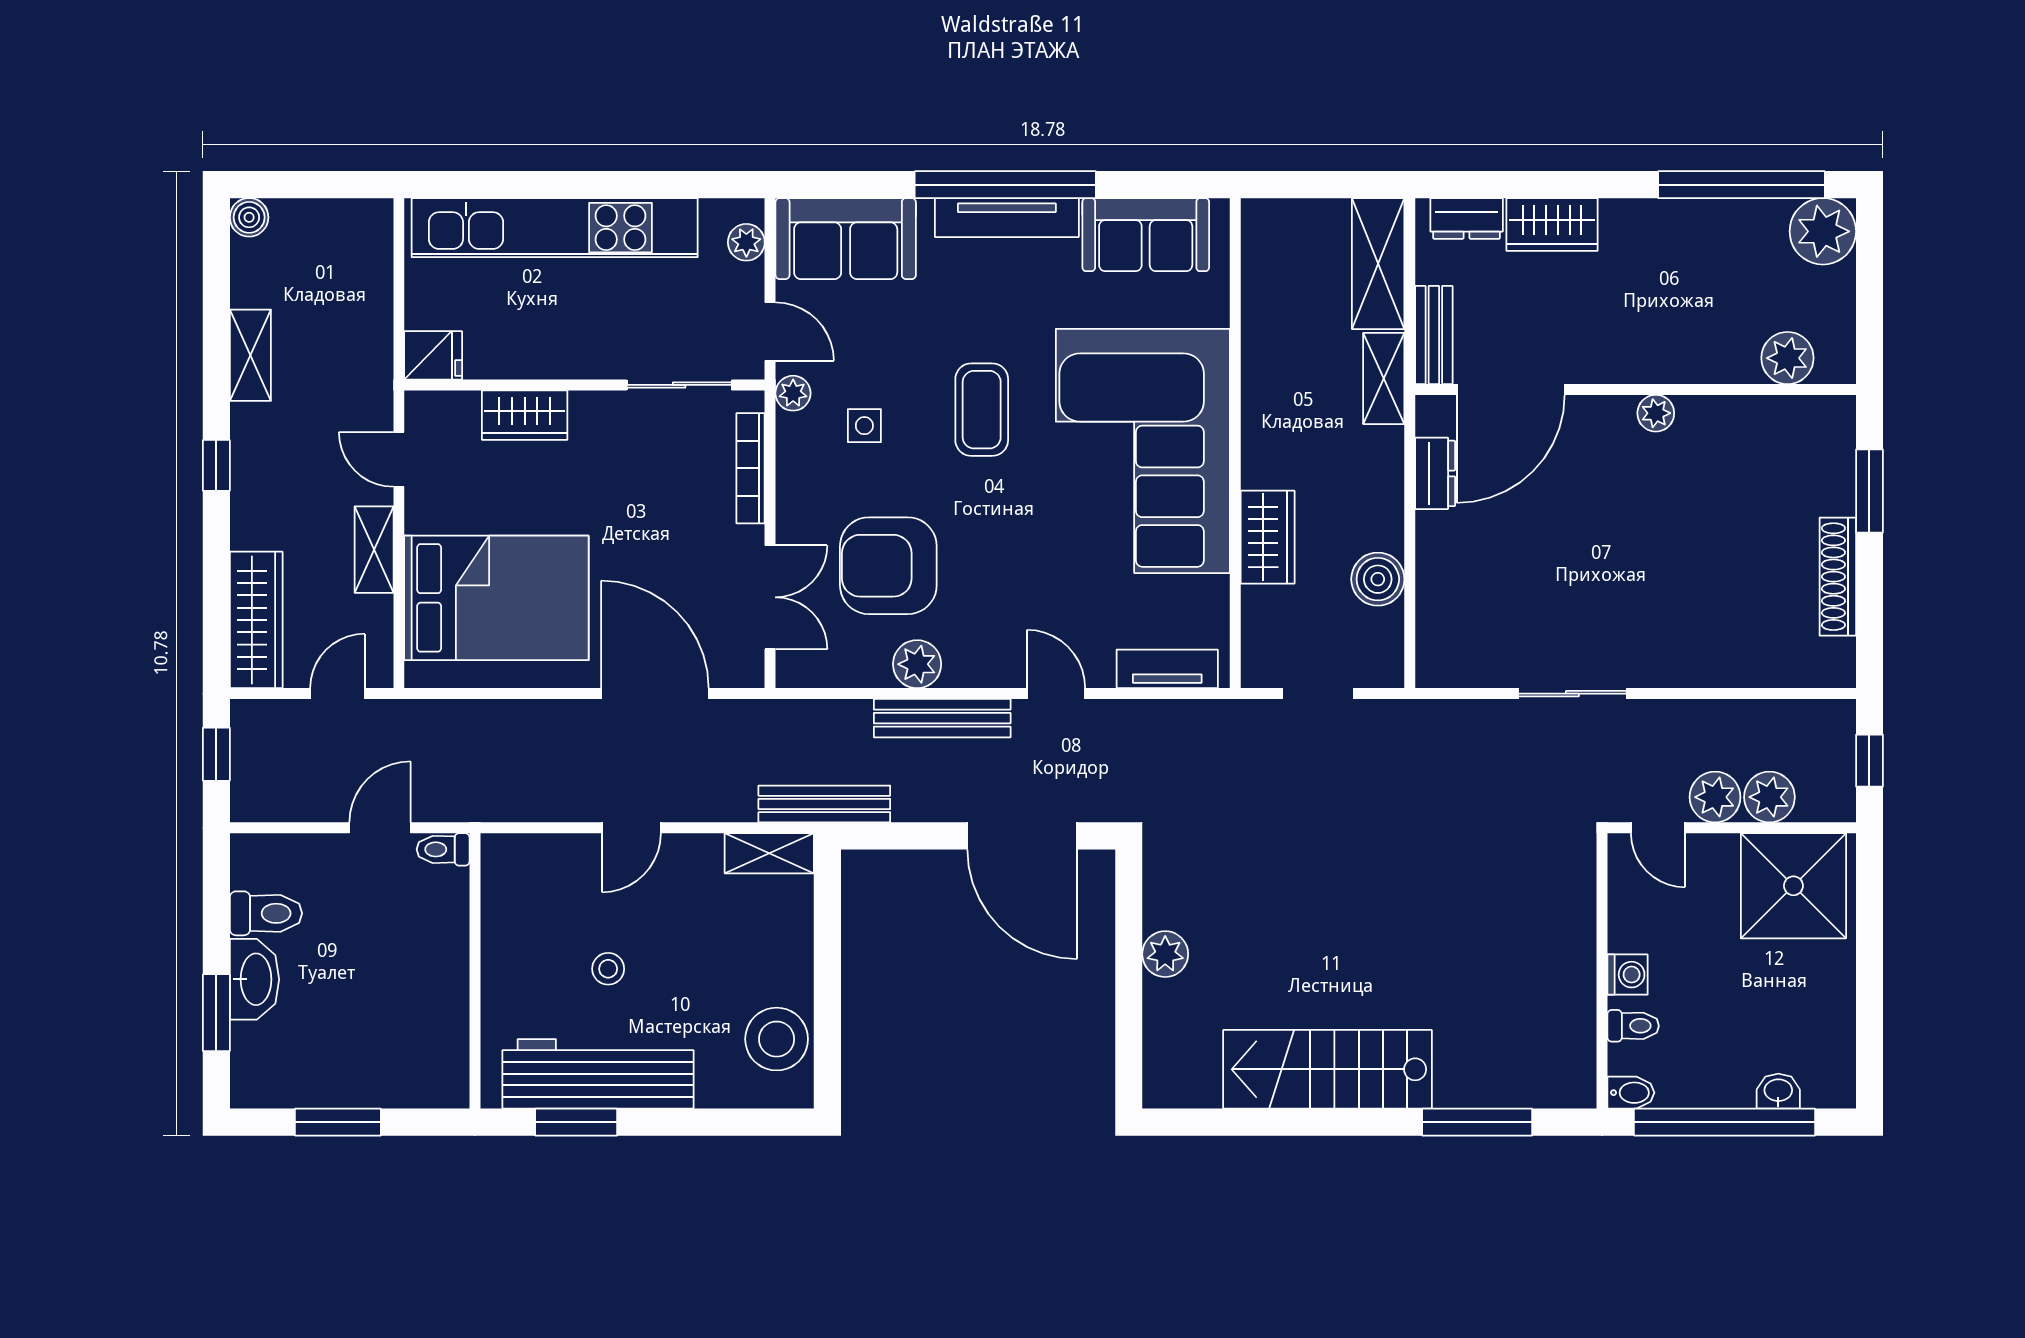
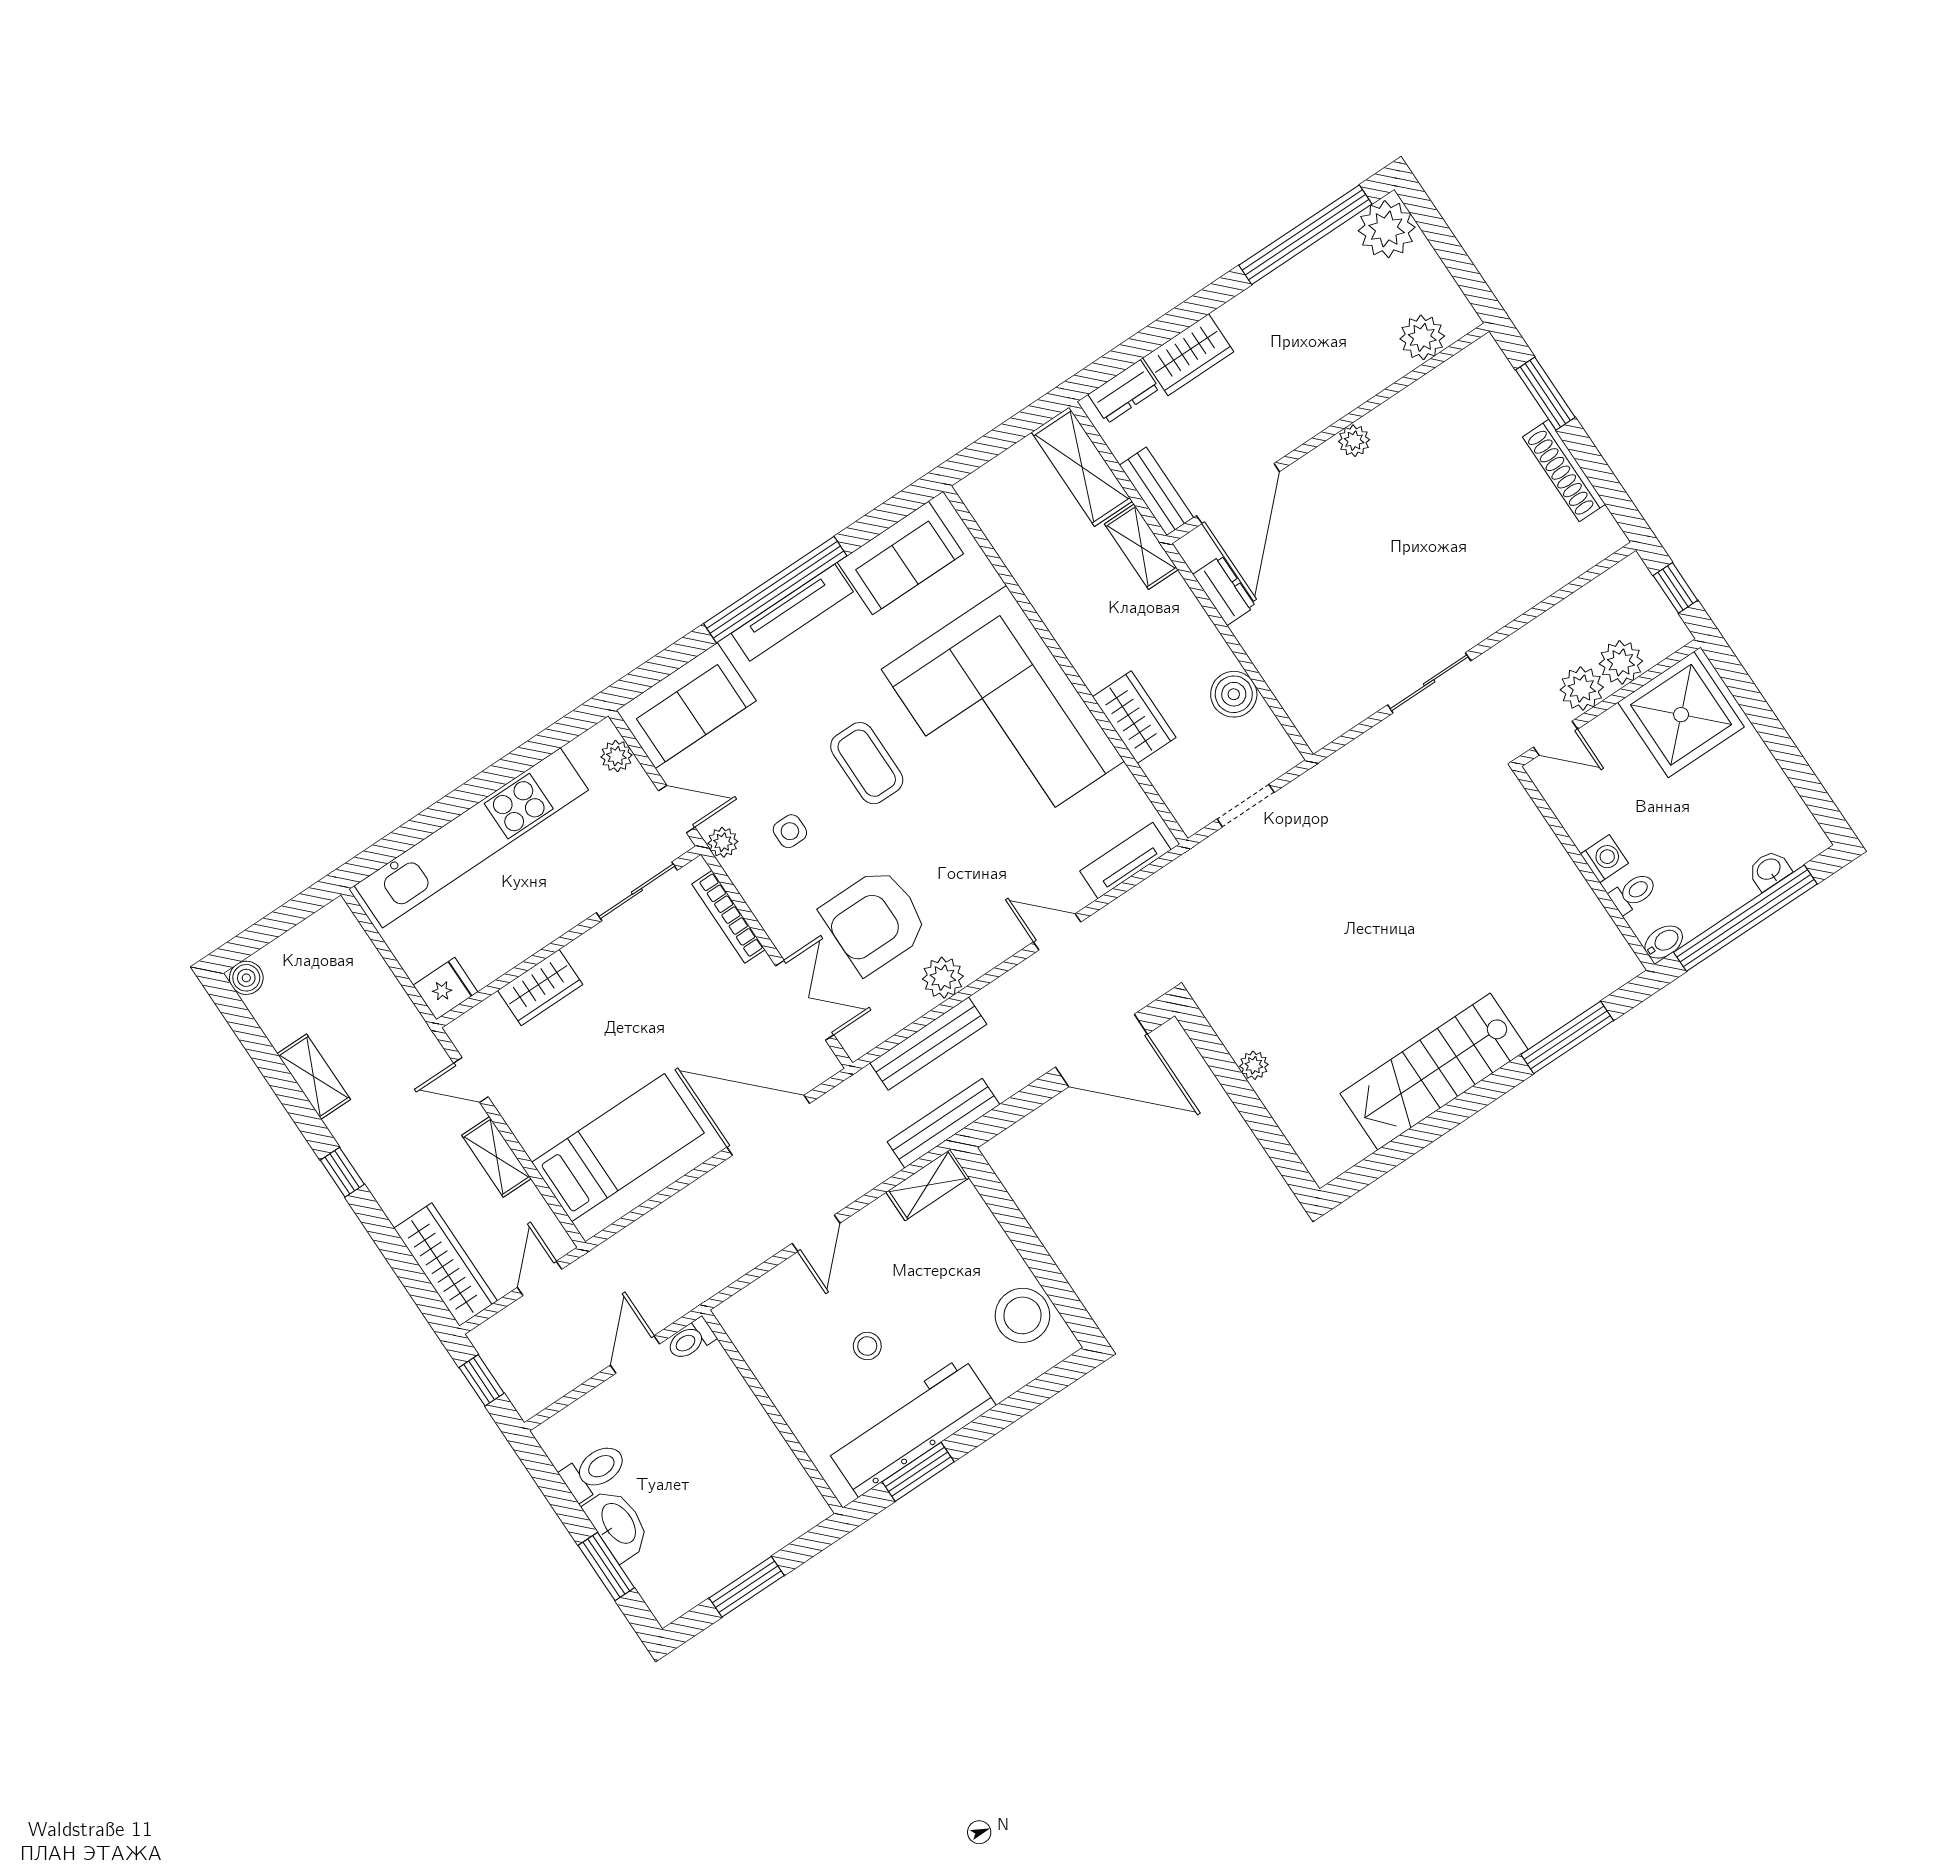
bed: (496, 598) -> (618, 1148), width x0.67
bench: (942, 718) -> (928, 1044), moved
plant: (1165, 954) -> (1254, 1065), width x0.73, depth x0.73

